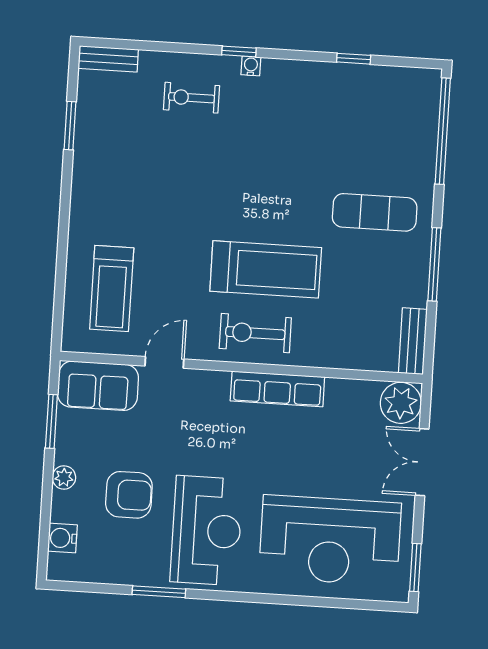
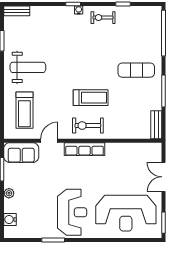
exercise bike: (191, 98) -> (103, 18), moved
weight bench: (126, 191) -> (28, 67), added
treadmill: (266, 269) -> (91, 98), width x0.73, depth x0.73
row of seats: (277, 389) -> (85, 149), moved
plant: (401, 403) -> (153, 152), removed
armchair: (129, 495) -> (38, 199), removed

